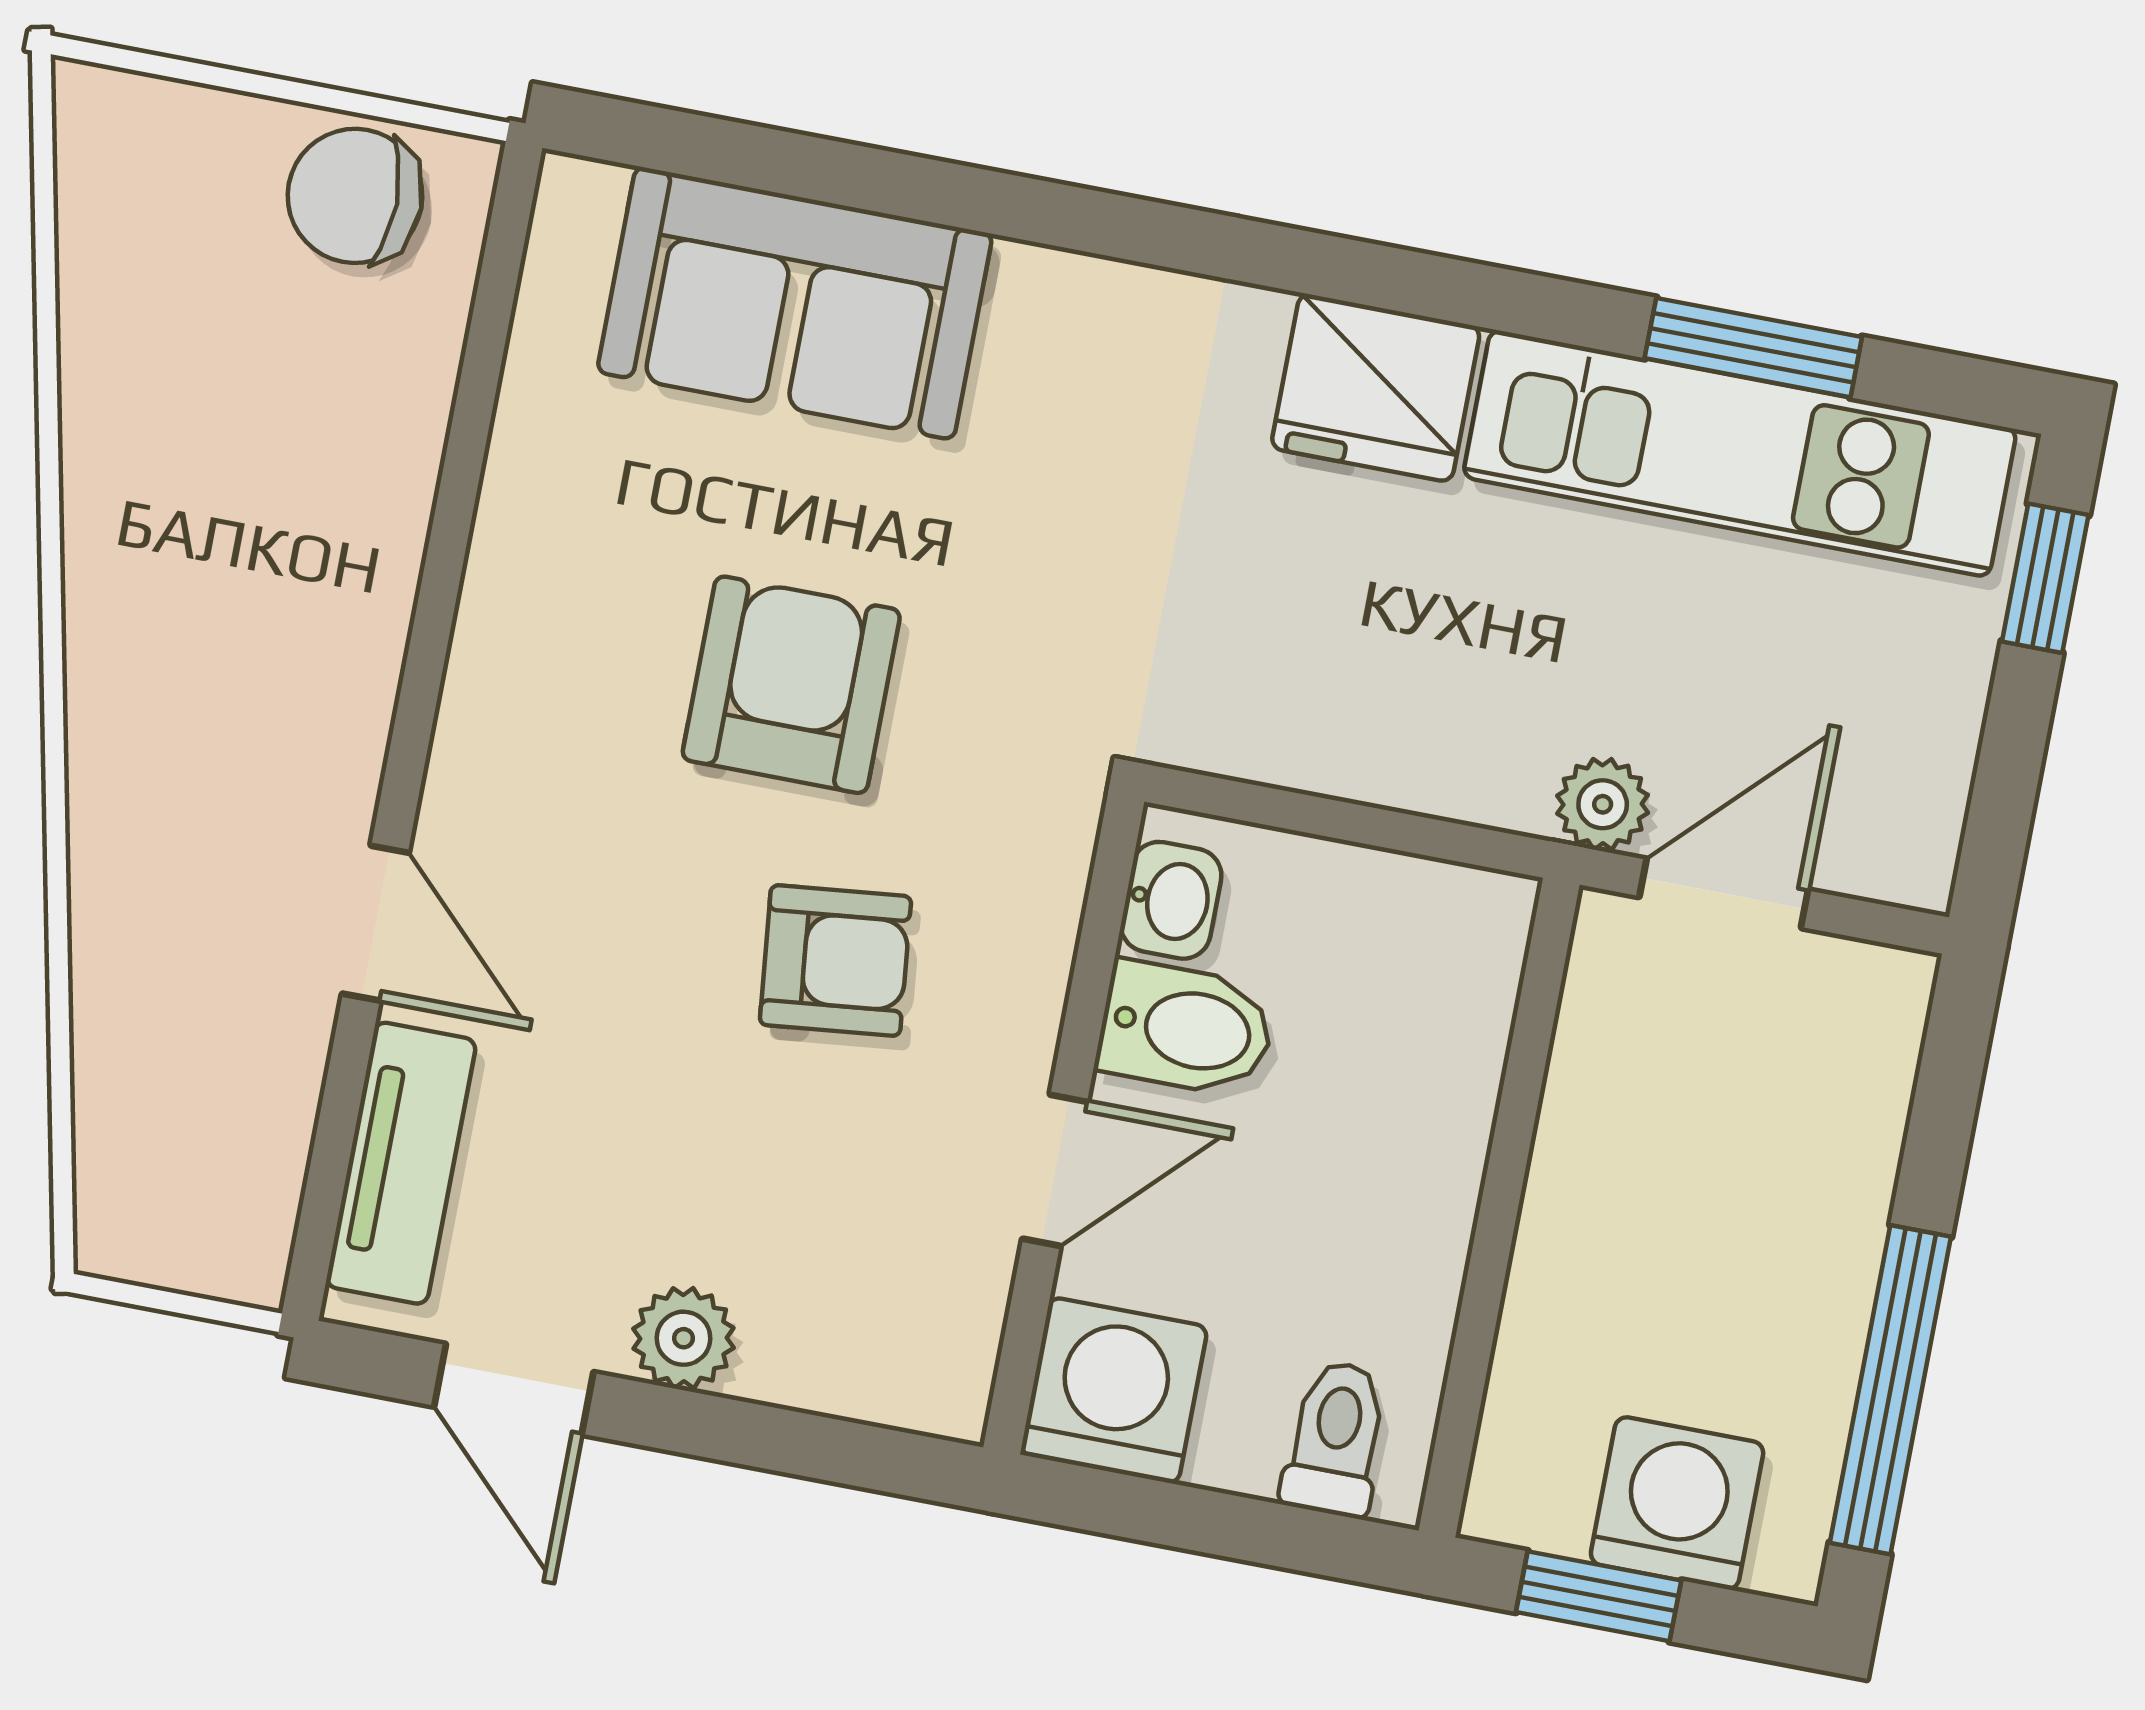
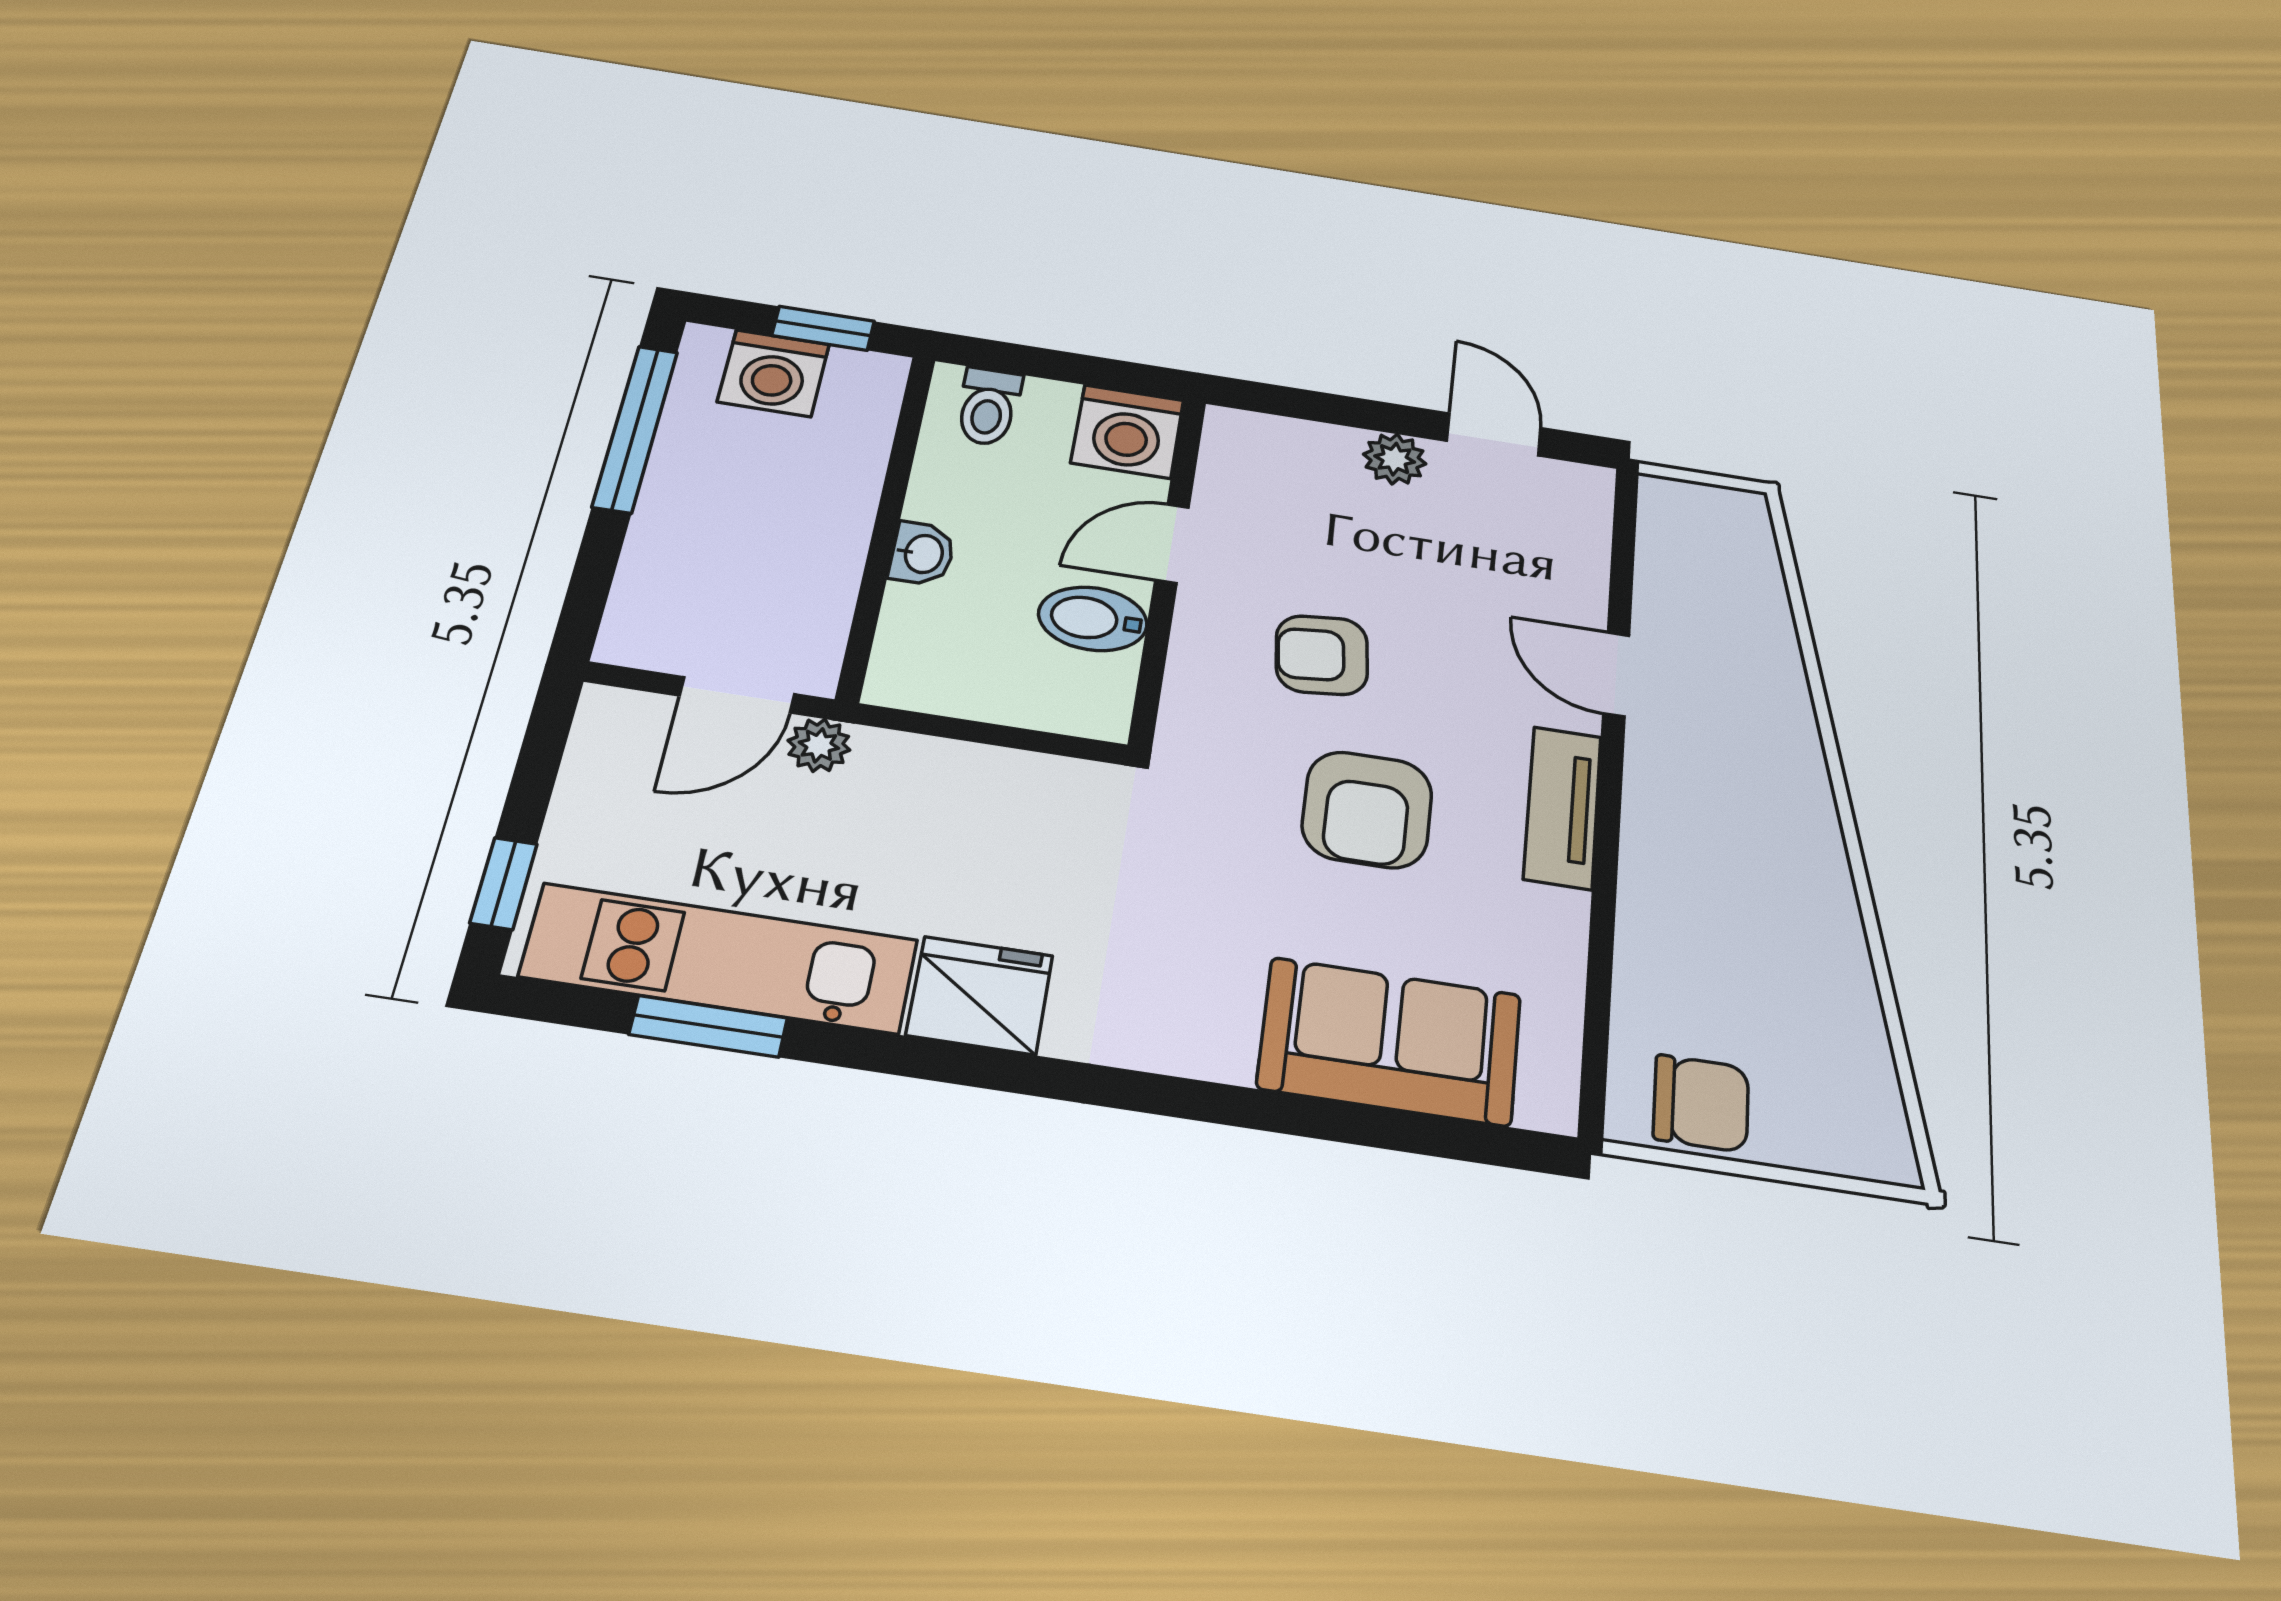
washbasin: (1171, 900) -> (922, 554), moved, turned 180
tv unit: (401, 1163) -> (1563, 807), moved

